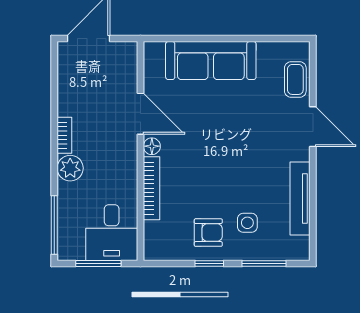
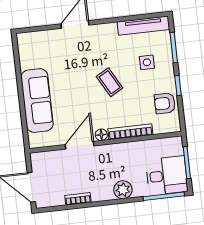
coffee table: (295, 79) -> (110, 82), moved, turned 61
bookcase: (64, 135) -> (78, 199), moved
tv unit: (300, 198) -> (143, 26), moved
desk: (112, 233) -> (167, 176), moved
armchair: (208, 233) -> (165, 103), moved, turned -90

